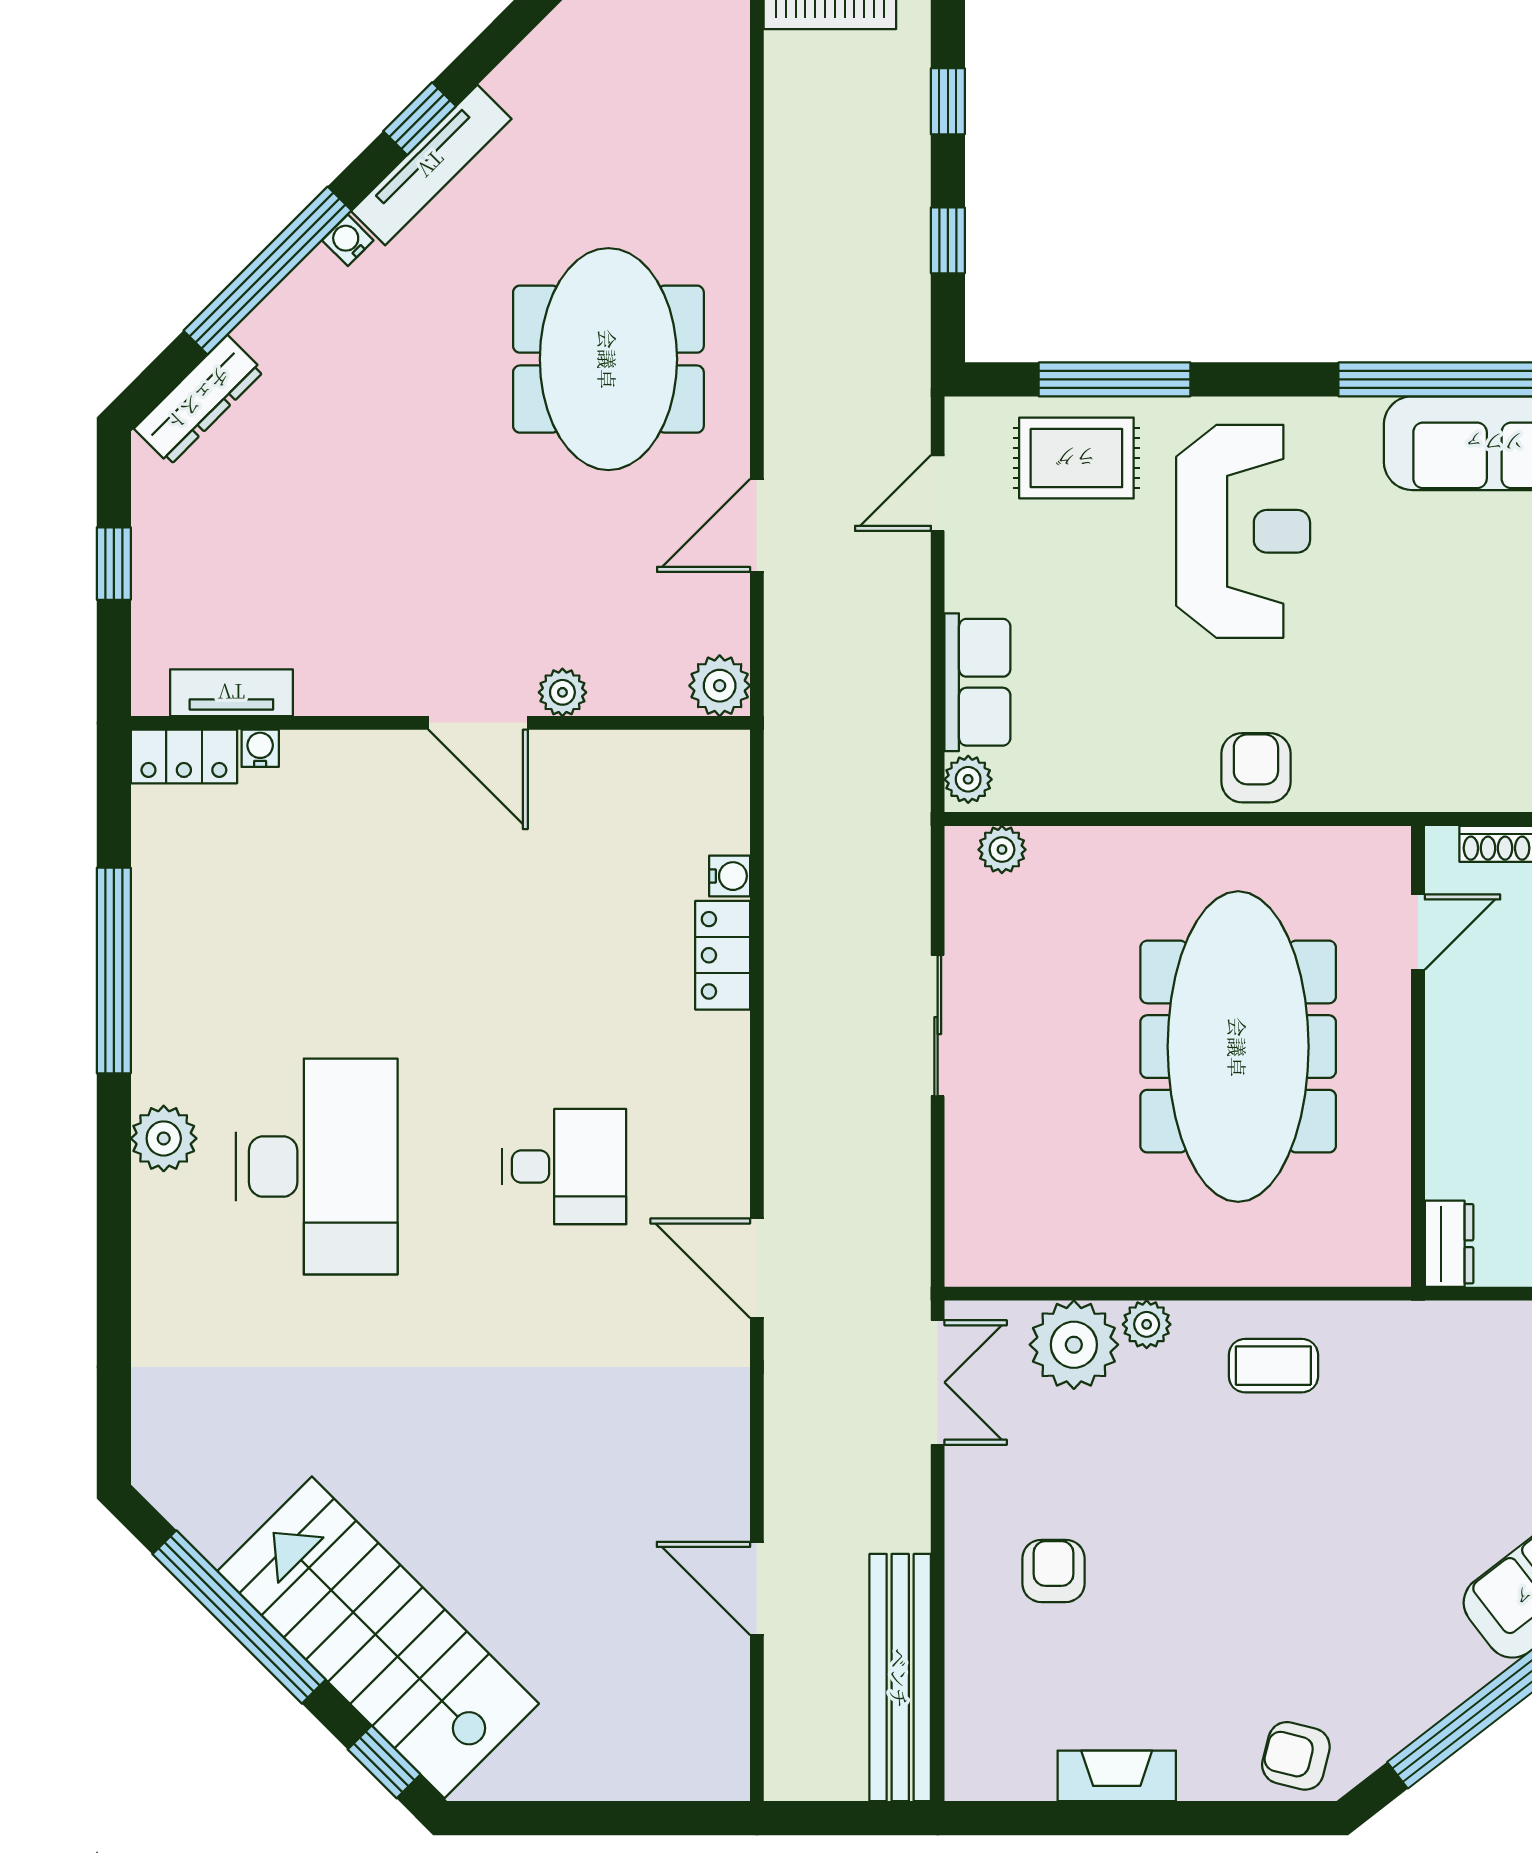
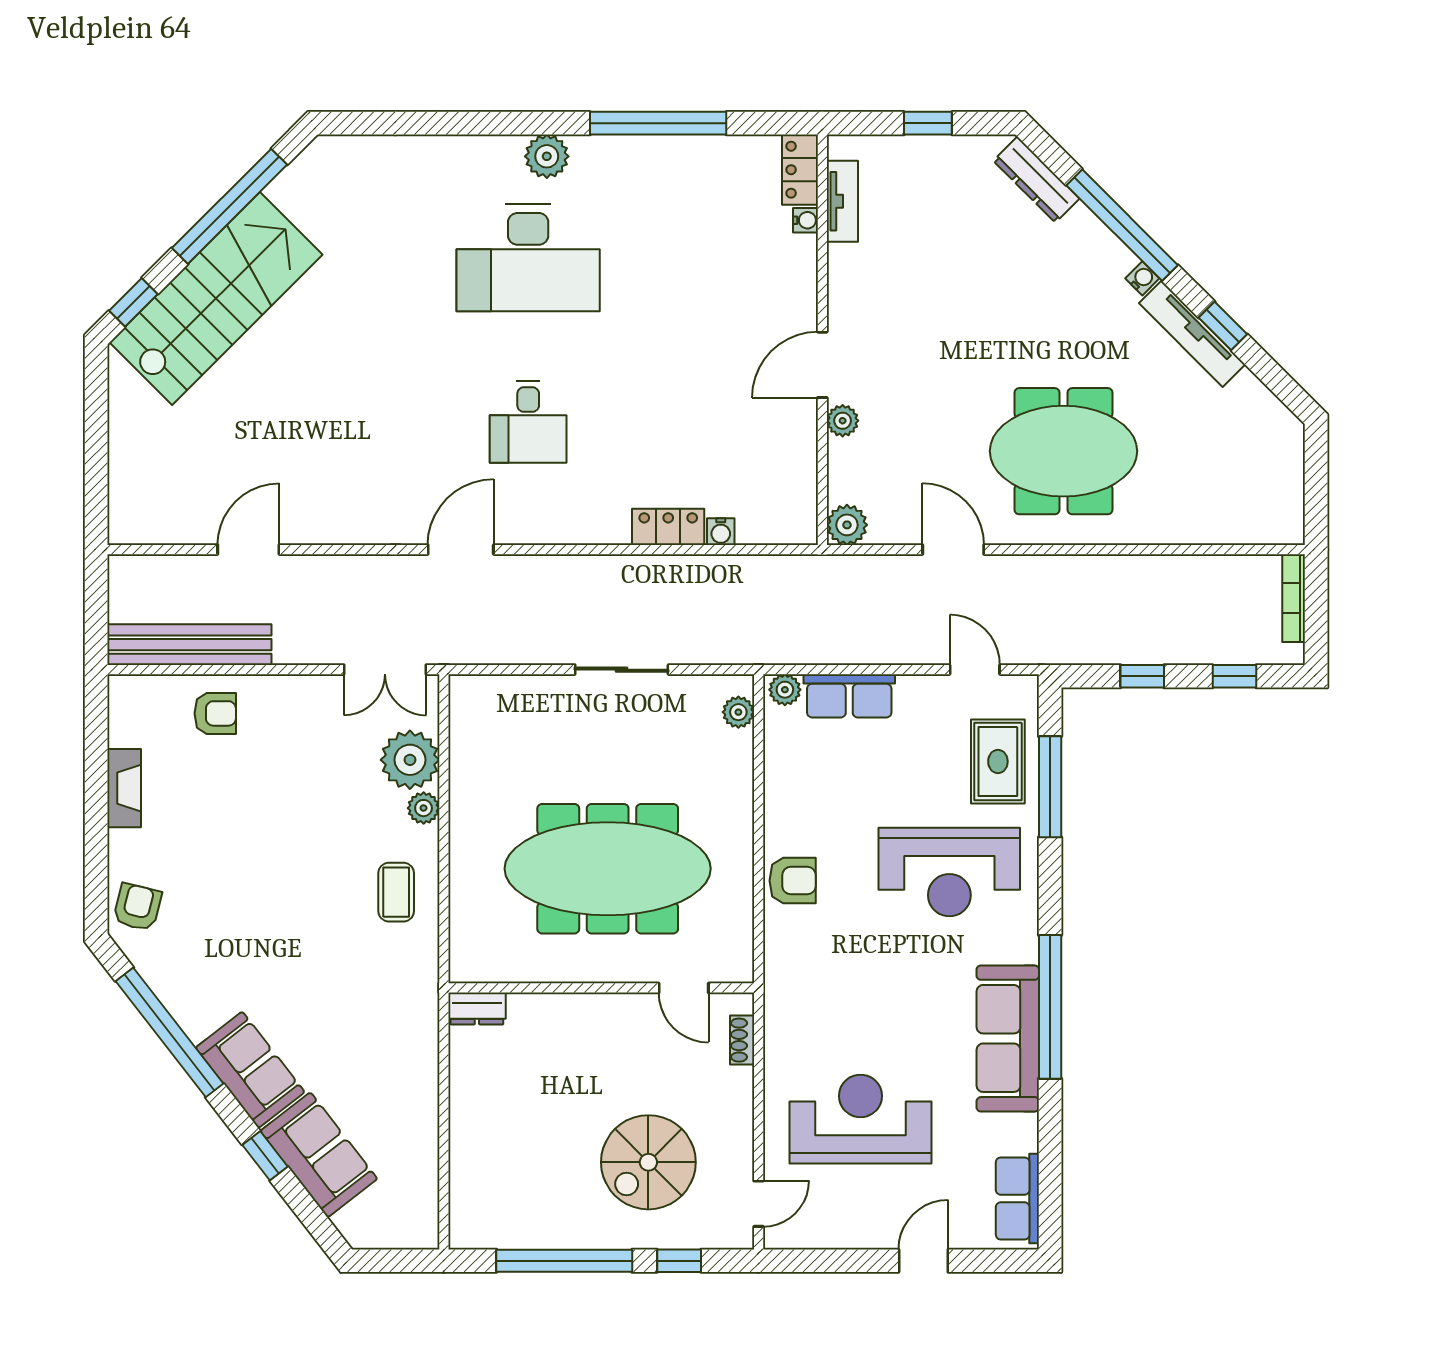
armchair: (1054, 1571) -> (215, 713), moved

